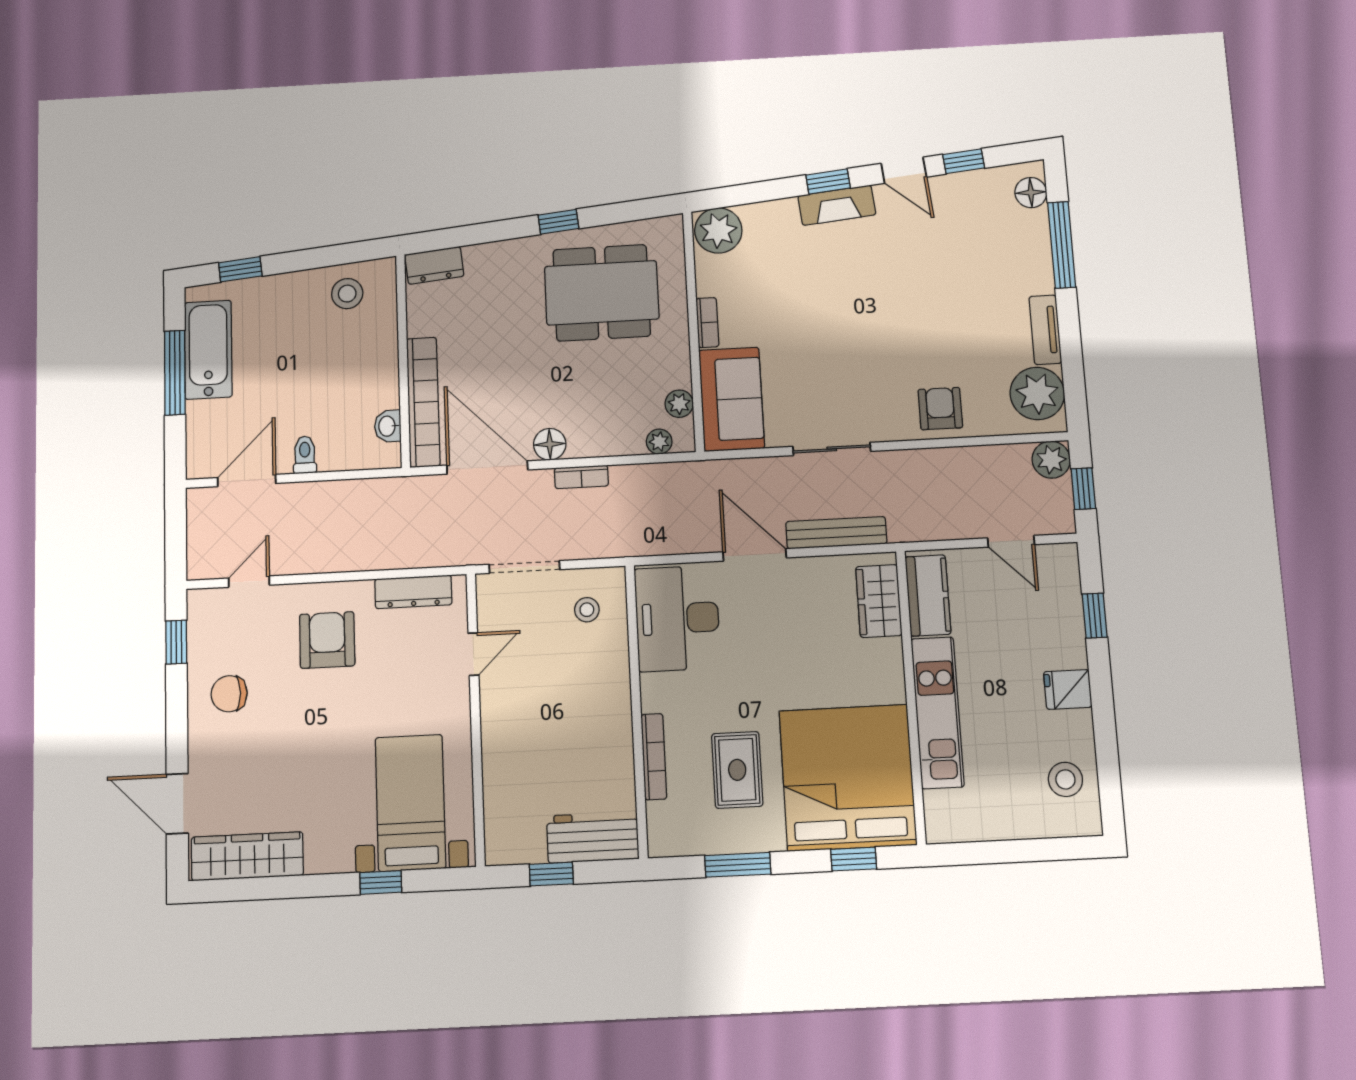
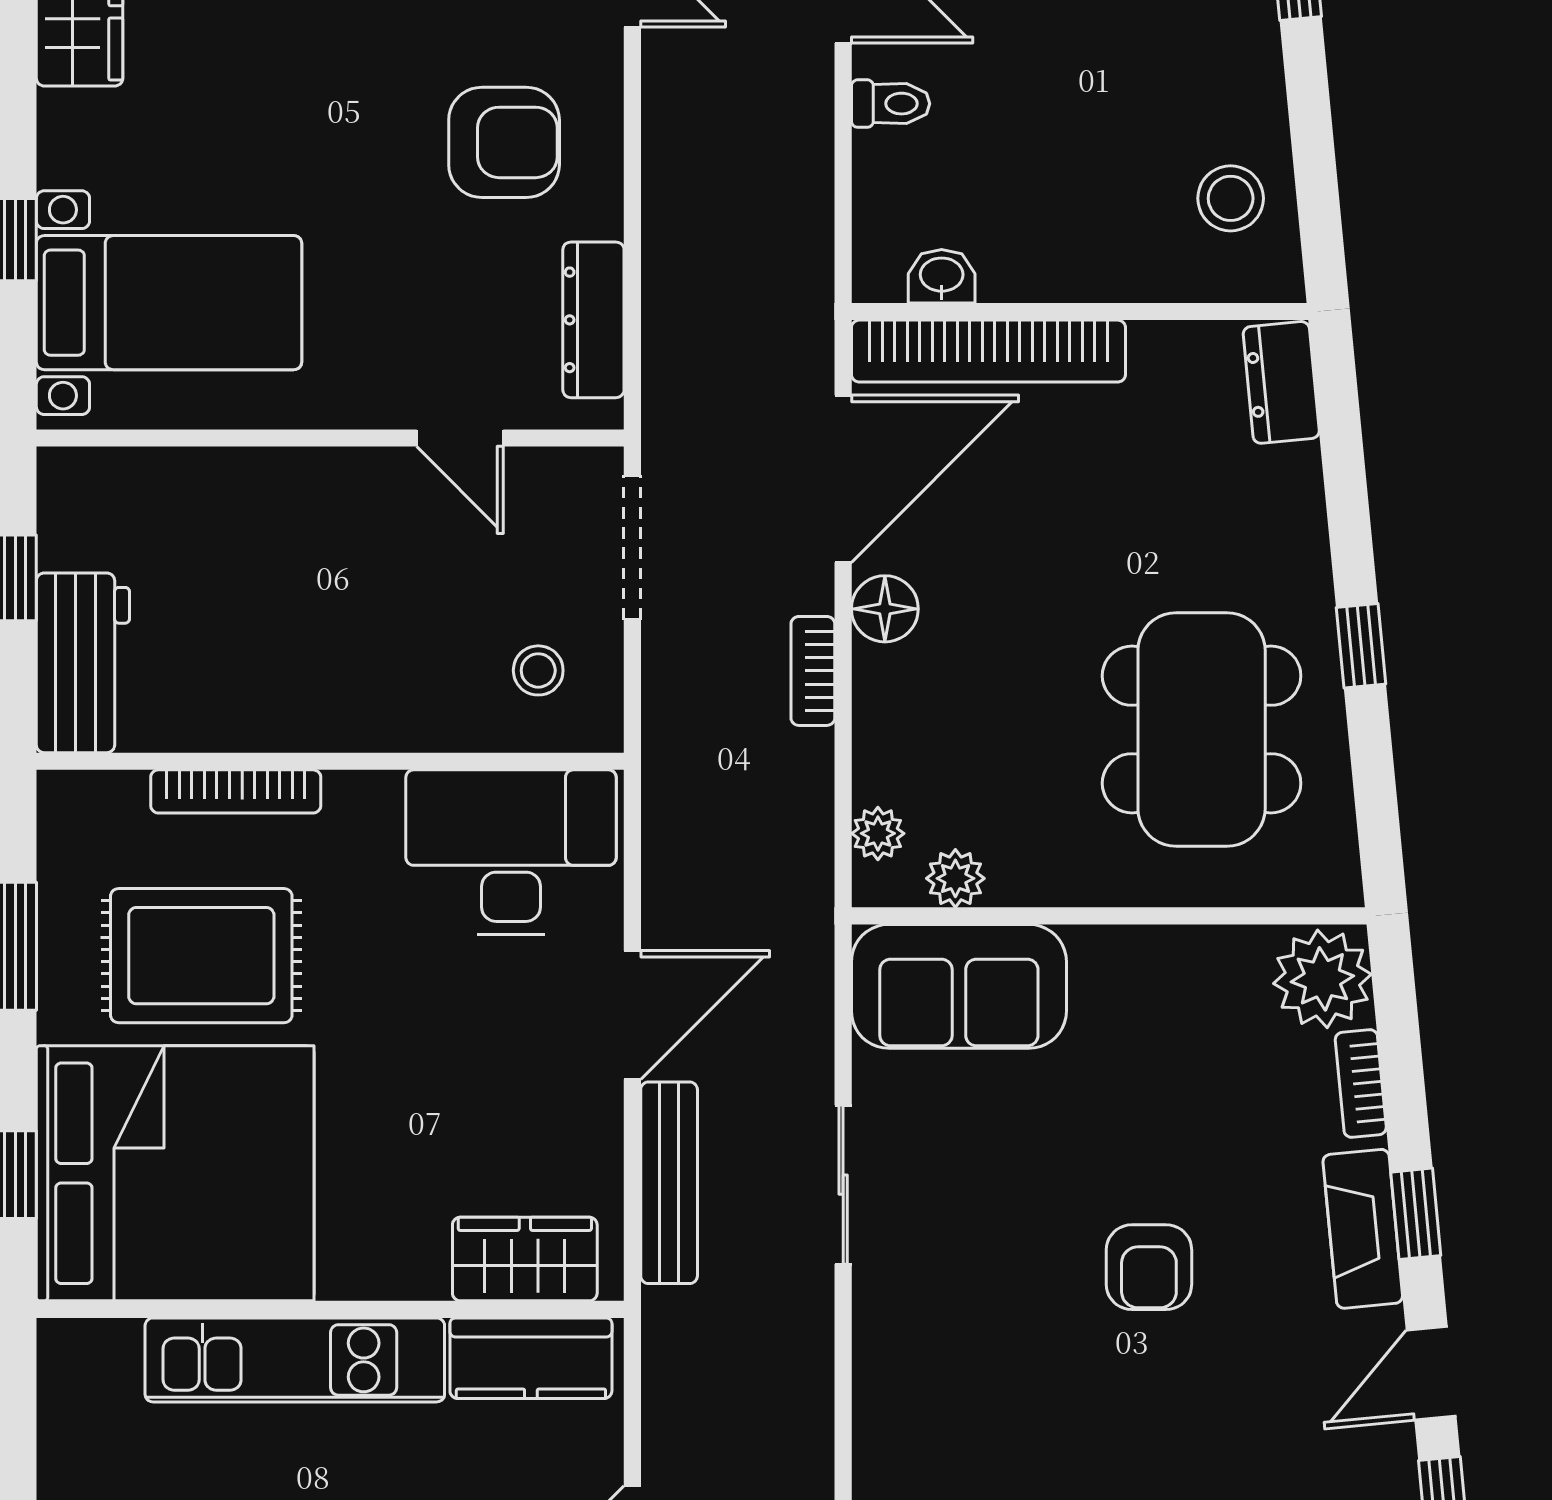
bookcase: (707, 323) -> (1361, 1083), moved, turned 84
armchair: (940, 409) -> (1149, 1267), moved, turned 90
rug: (737, 770) -> (201, 956), width x1.36, depth x1.43

